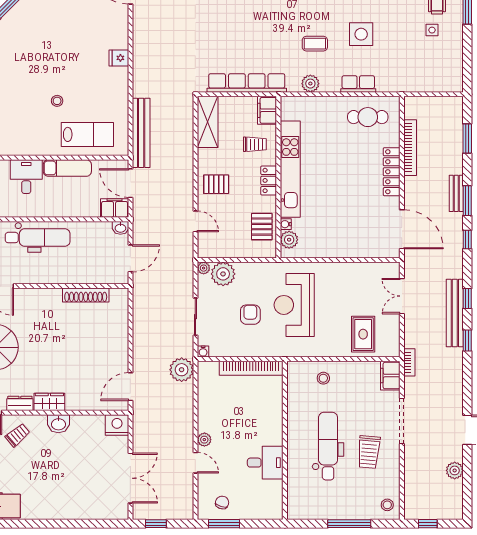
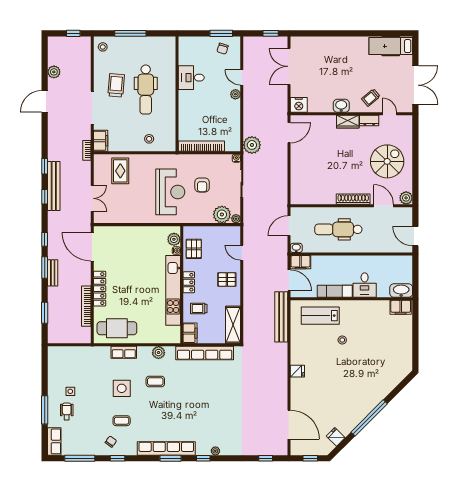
cafe table: (368, 117) -> (117, 328), width x1.37, depth x1.35
dental chair: (38, 238) -> (338, 229), moved
shoe rack: (86, 295) -> (353, 199), moved

